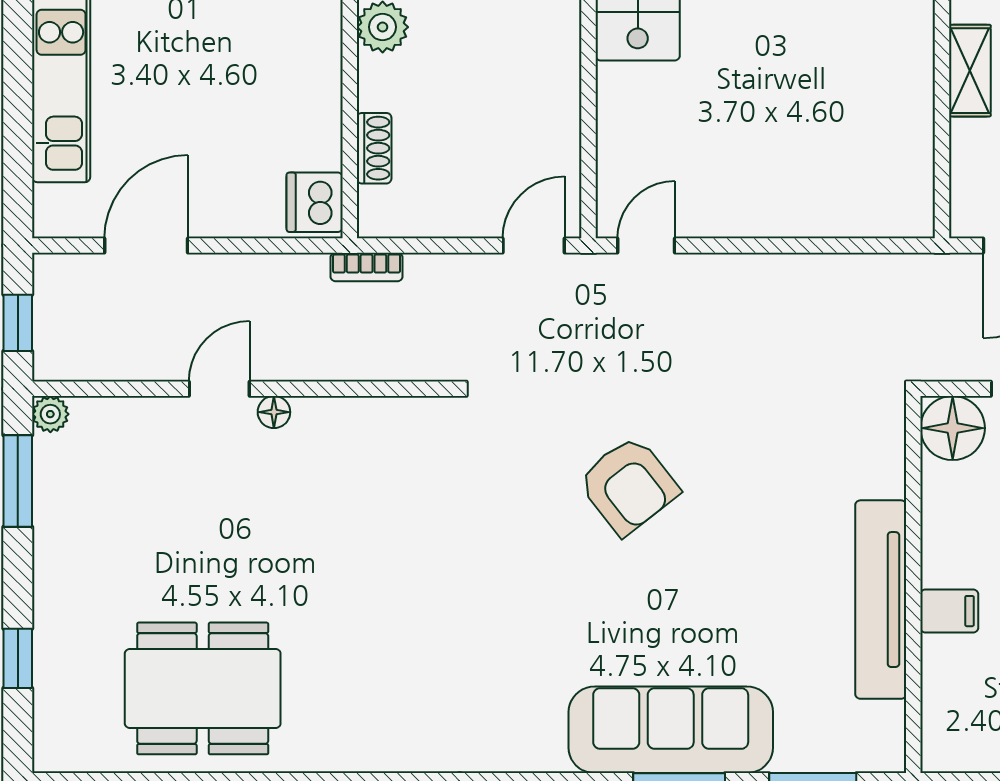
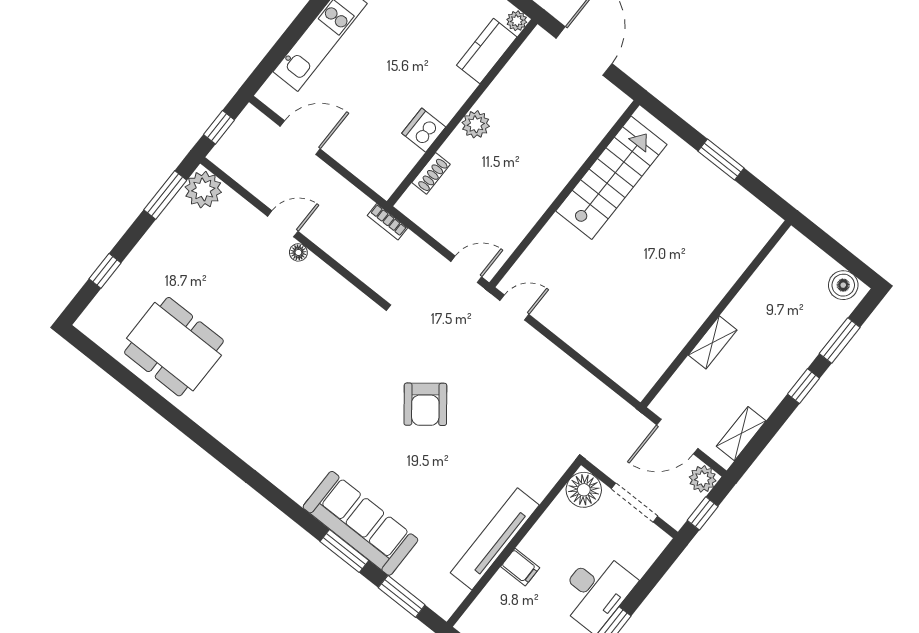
dishwasher: (315, 202) -> (424, 130), moved
plant: (50, 414) -> (203, 190), width x1.88, depth x1.88

